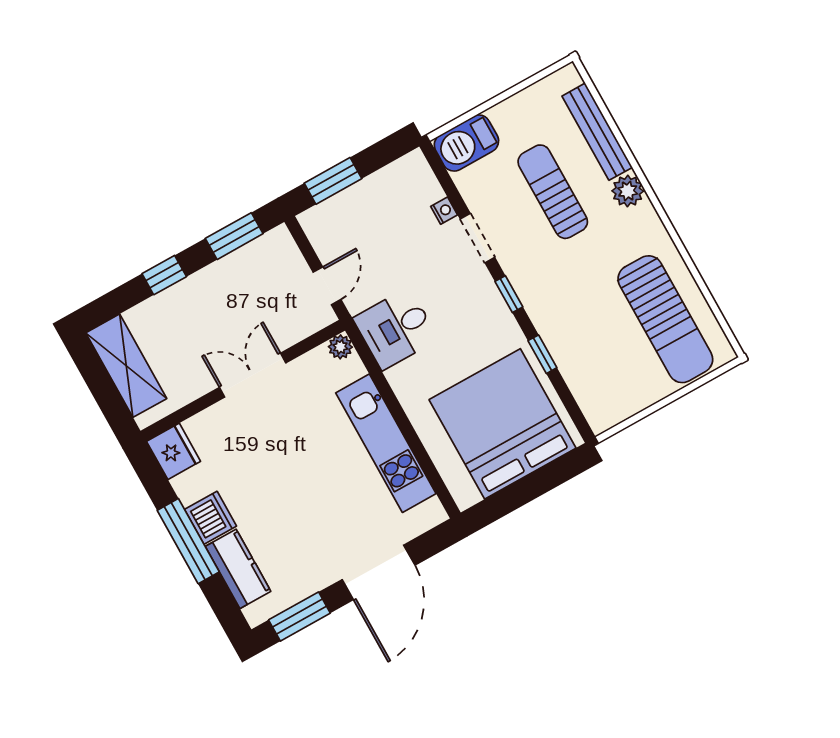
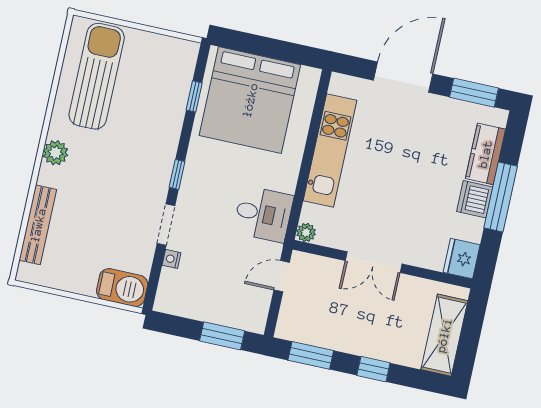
plant: (628, 191) -> (55, 153), moved
sun lounger: (553, 192) -> (96, 212), removed
window: (542, 354) -> (194, 96), moved

